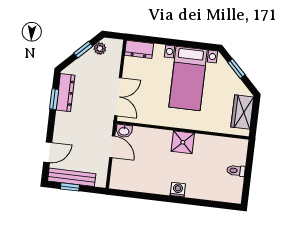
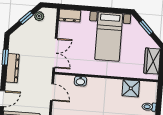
dresser: (65, 93) -> (13, 68), moved
washbasin: (124, 131) -> (80, 81), moved
shower: (183, 142) -> (131, 88), moved

